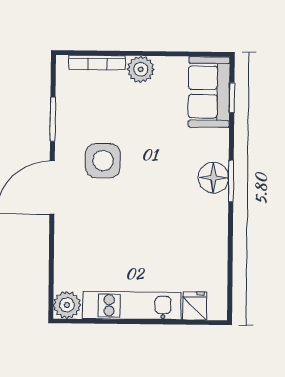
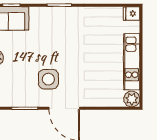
floor lamp: (213, 178) -> (58, 15), removed
fridge: (194, 306) -> (132, 14), moved

